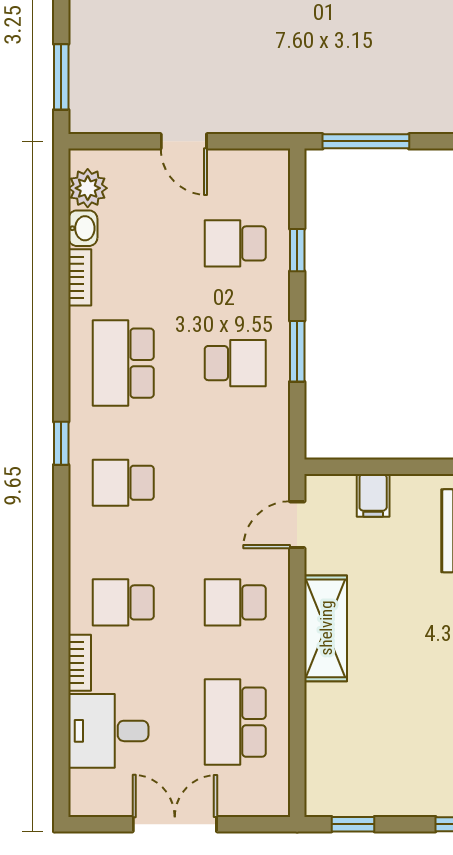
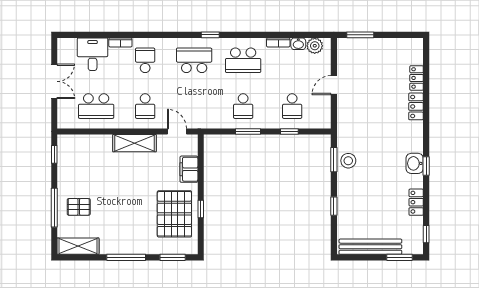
stool: (369, 106) -> (348, 161), added
window: (366, 141) -> (334, 160), width x0.69
school desk: (235, 243) -> (292, 106), turned 180
school desk: (123, 363) -> (243, 60), turned 180
school desk: (123, 483) -> (194, 60), width x1.85
filing cabinet: (373, 495) -> (189, 169), width x2.00
school desk: (235, 602) -> (145, 106), turned 180
school desk: (235, 722) -> (96, 106), turned 180

